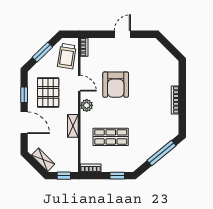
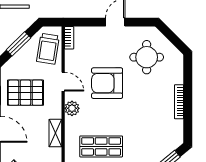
round table: (148, 63) -> (147, 57), added
armchair: (116, 85) -> (107, 83), turned 90
pallet: (48, 92) -> (25, 93), turned 90

